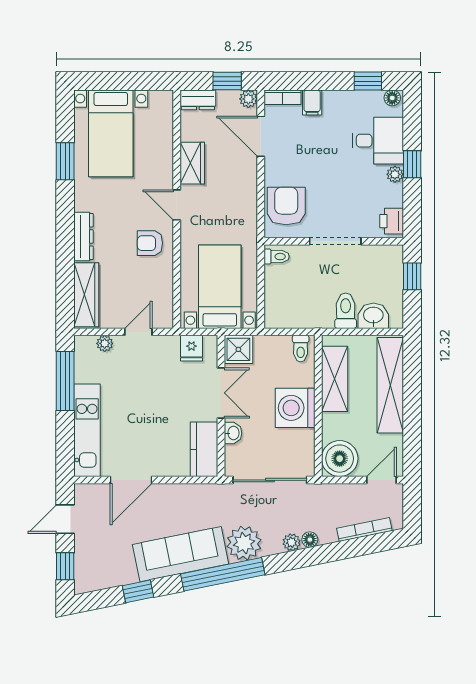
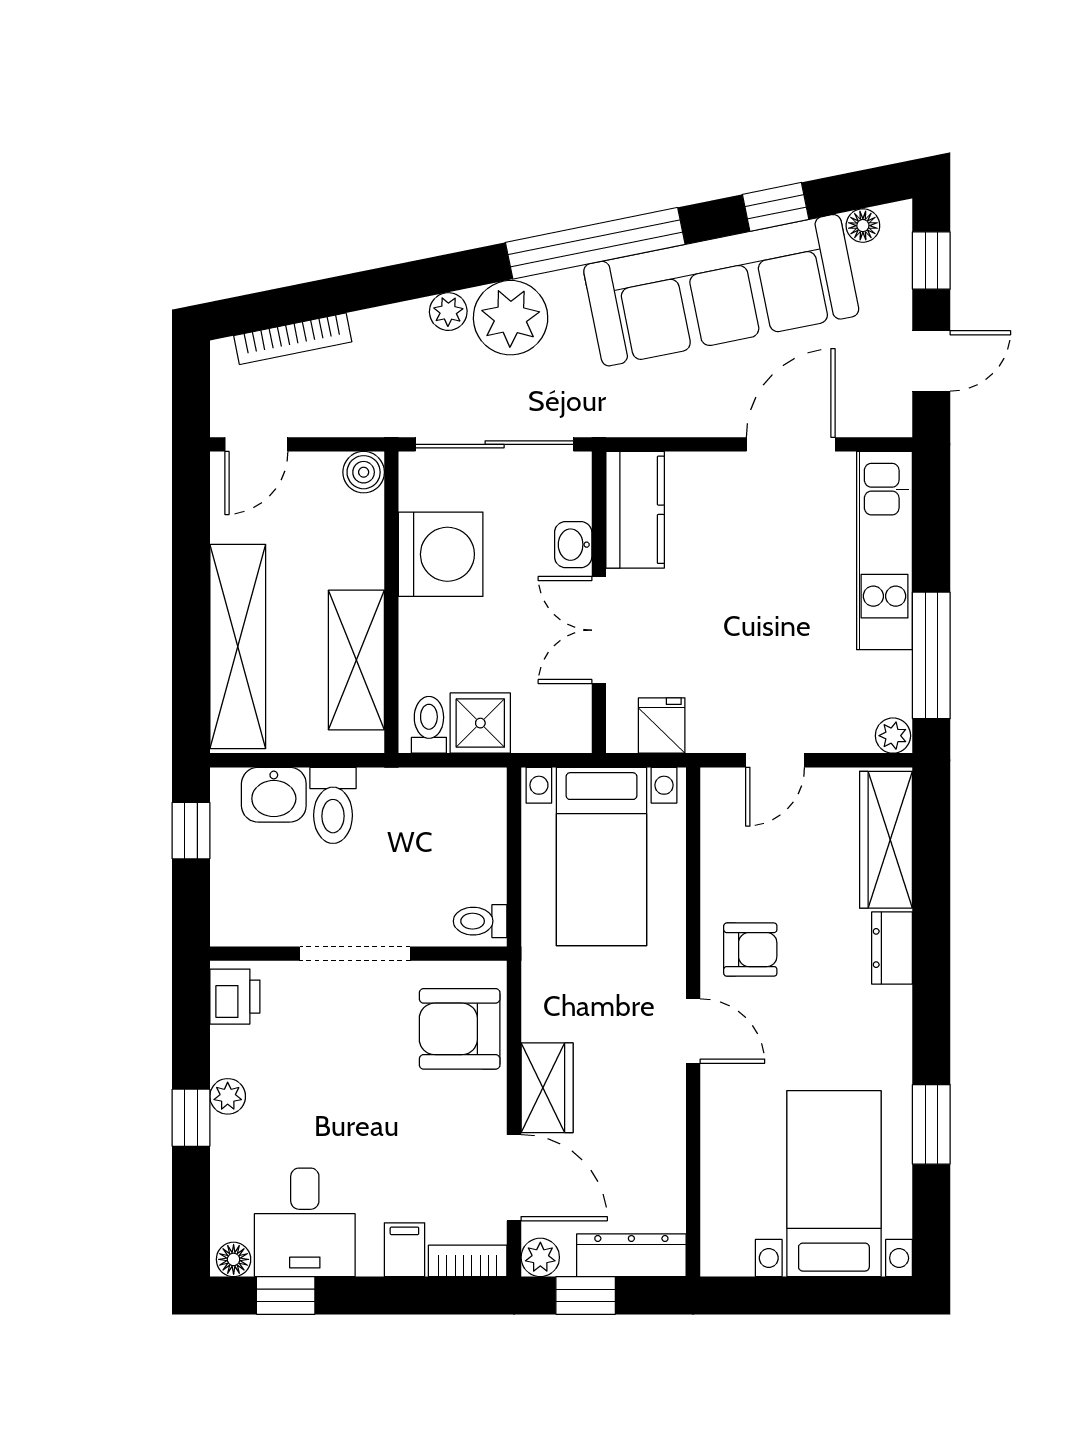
dresser: (198, 100) -> (631, 1255), width x1.44
desk: (378, 141) -> (305, 1222), moved, turned -90
wardrobe: (192, 163) -> (547, 1088), moved, turned 180
armchair: (286, 206) -> (460, 1029), turned 90
dresser: (83, 236) -> (892, 948), width x0.70
window: (412, 276) -> (191, 831), moved
plant: (105, 343) -> (893, 736), moved
shower: (238, 349) -> (480, 723), moved
washing machine: (295, 408) -> (441, 554), moved
boiler: (340, 459) -> (364, 472), width x0.54, depth x0.54
floor lamp: (310, 540) -> (863, 226), moved
plant: (244, 543) -> (511, 318), moved
sofa: (181, 554) -> (721, 290), width x1.36, depth x1.27

